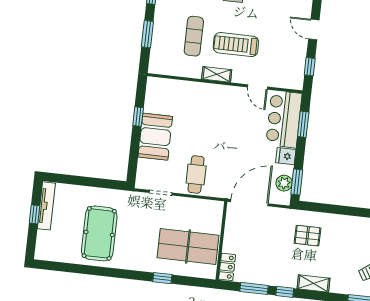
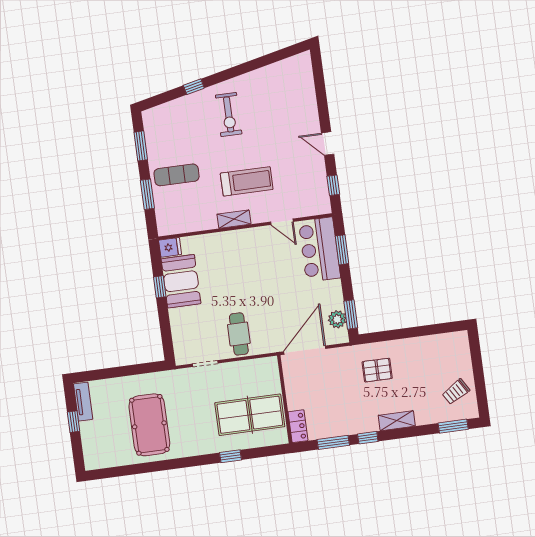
exercise mat: (194, 36) -> (177, 175), moved, turned 90
treadmill: (236, 45) -> (247, 181), turned 180
booth: (155, 137) -> (181, 281), moved
fridge: (286, 156) -> (170, 247), moved, turned 180
tv unit: (46, 206) -> (83, 402), width x0.71

